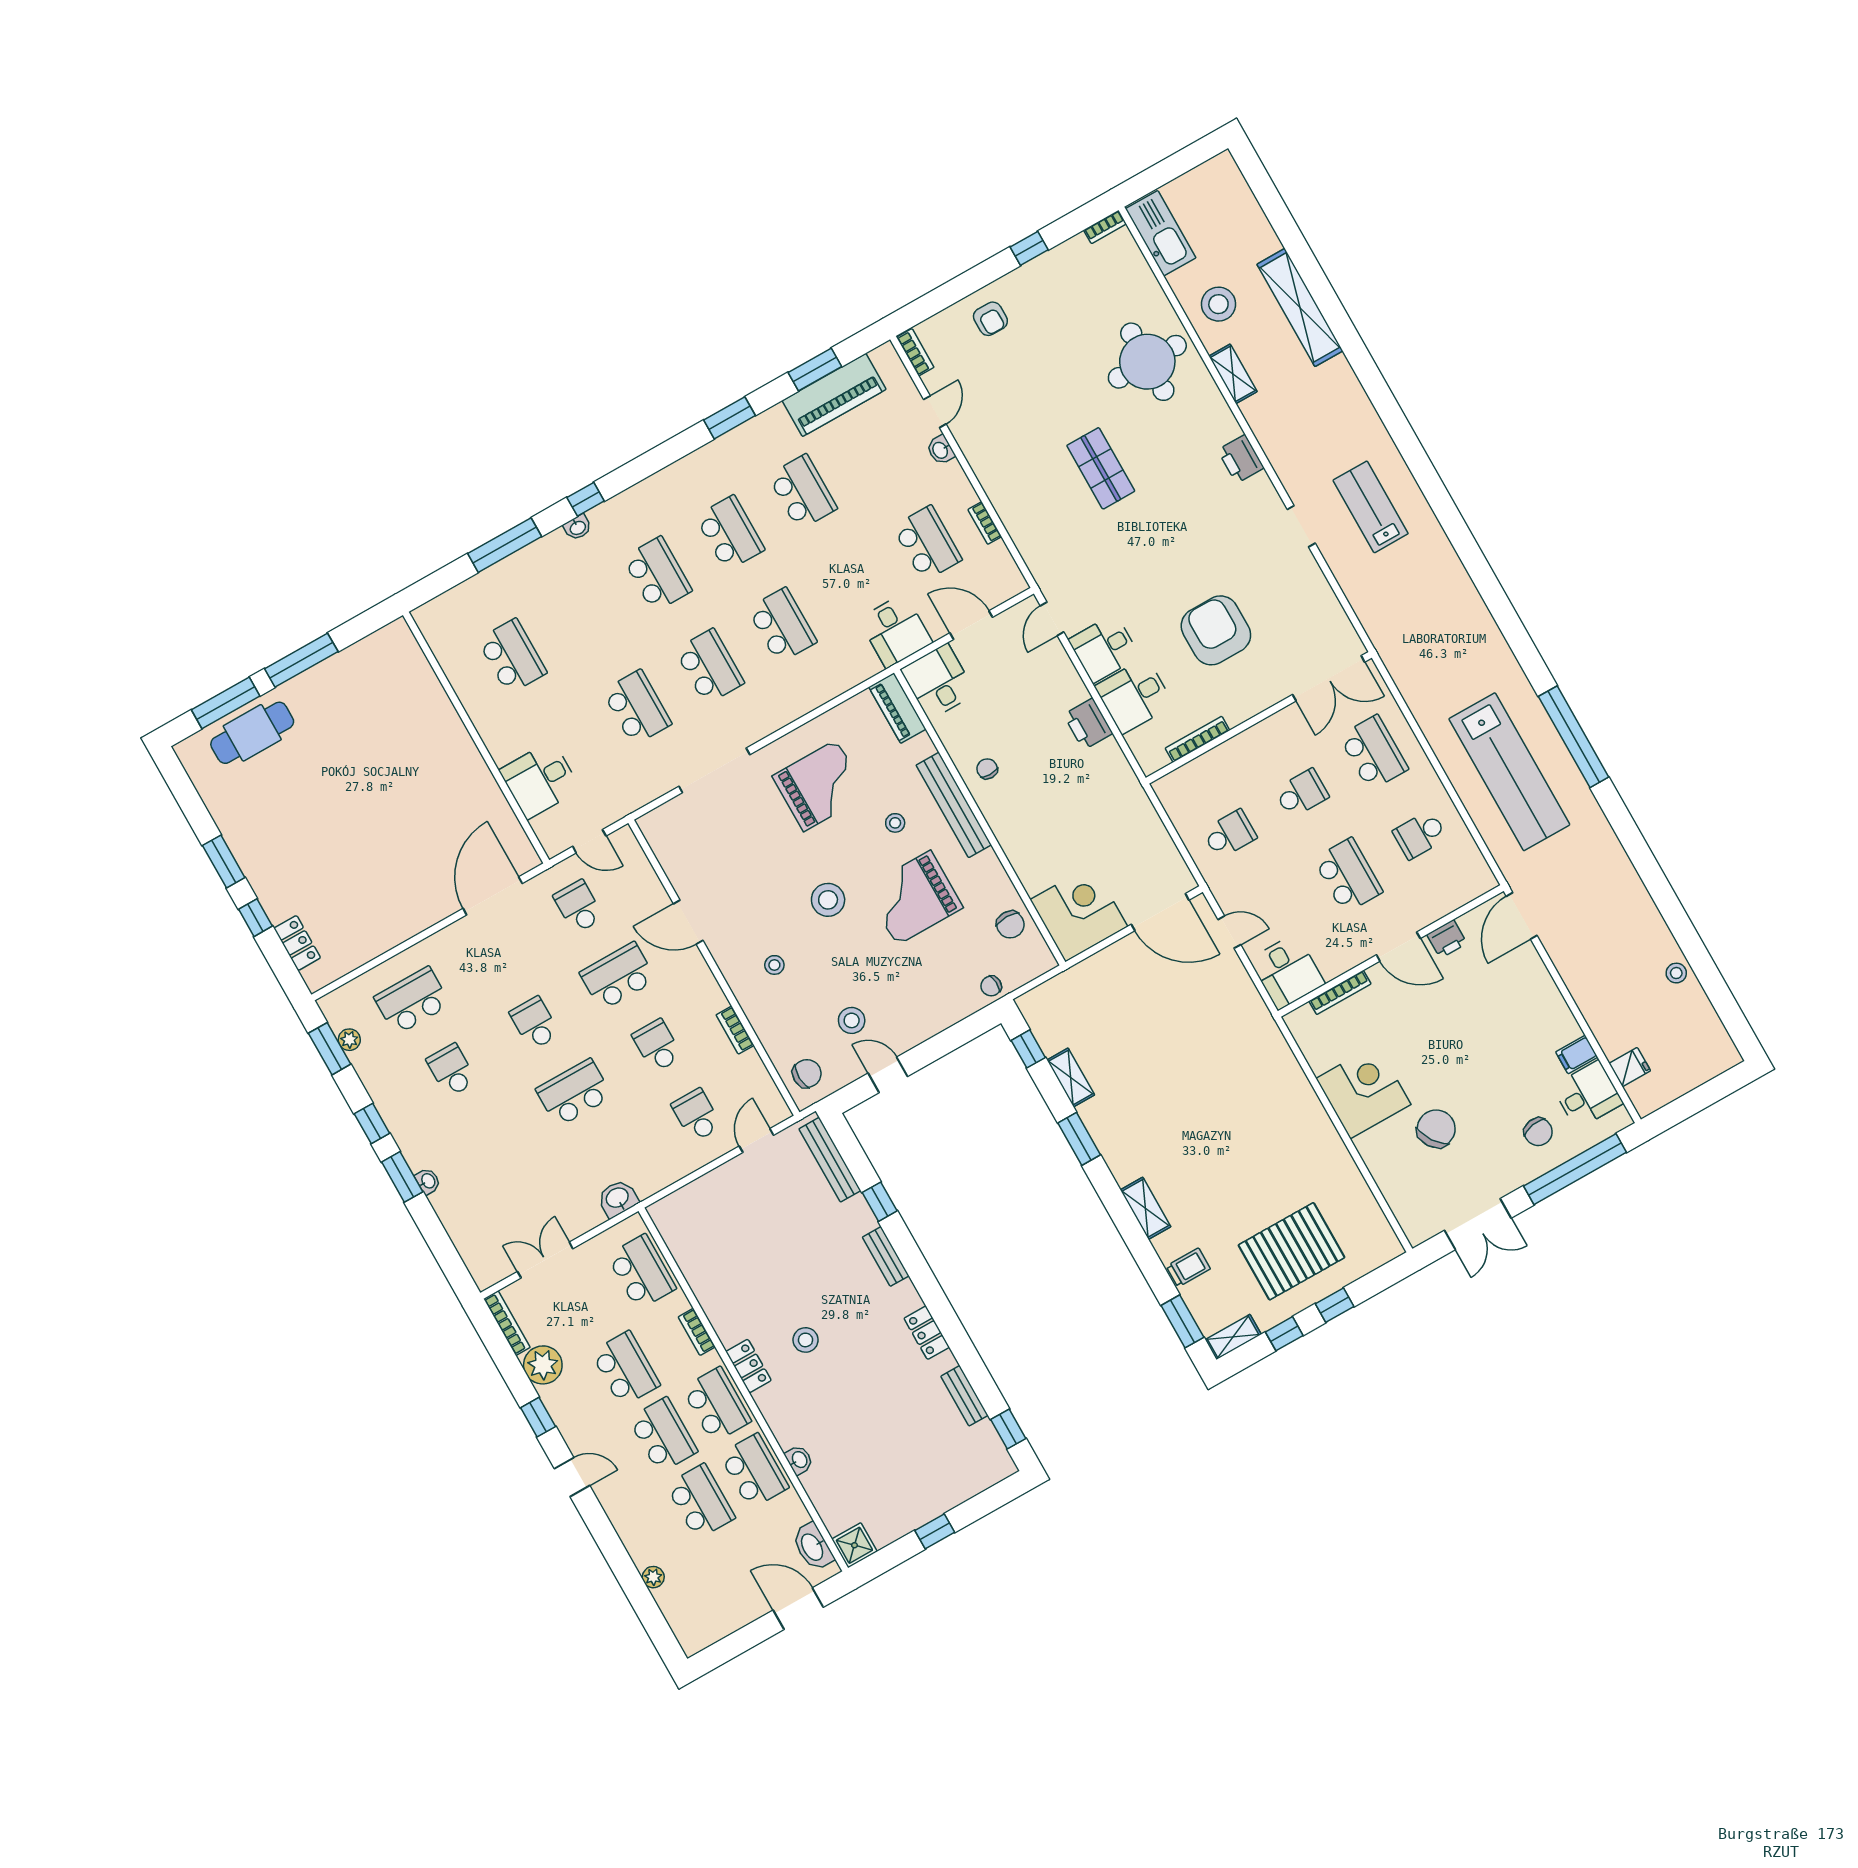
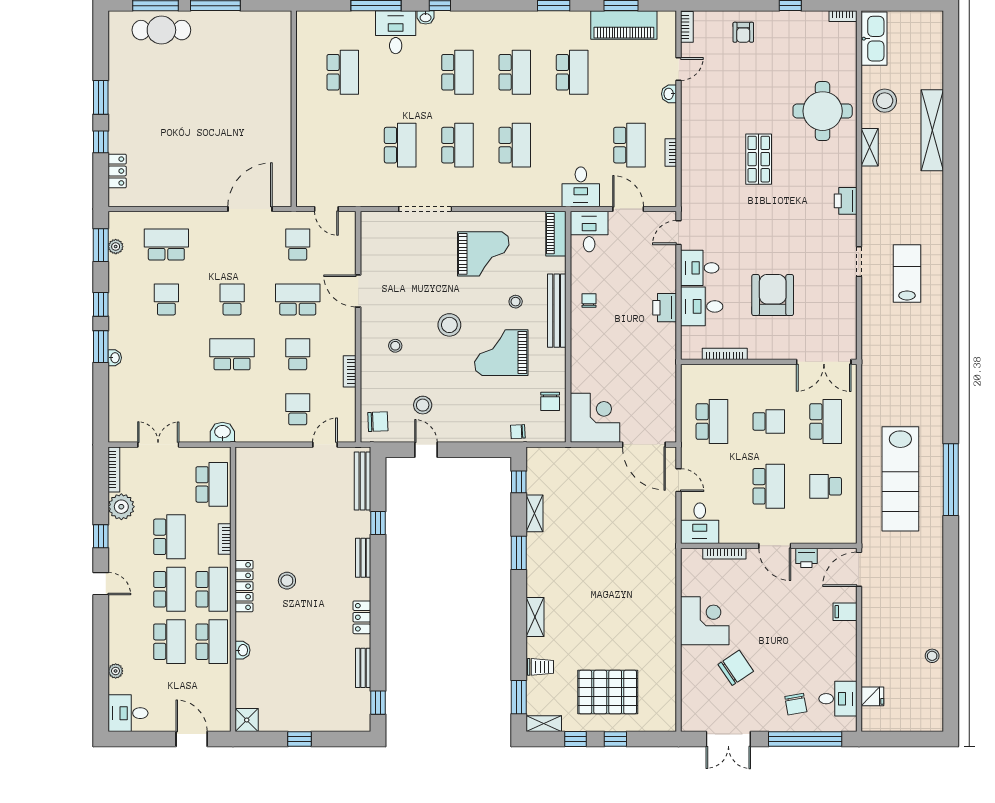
desk: (540, 780) -> (396, 32), moved, turned 90
school desk: (1230, 834) -> (712, 421), width x1.85
filing cabinet: (1577, 1054) -> (845, 612), moved
locker: (748, 1366) -> (244, 586), width x1.53
washbasin: (813, 1547) -> (221, 707), removed
desk: (699, 1622) -> (128, 713), added

